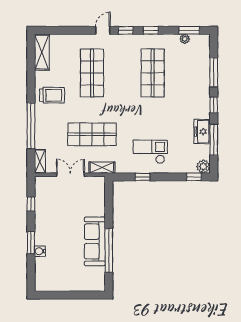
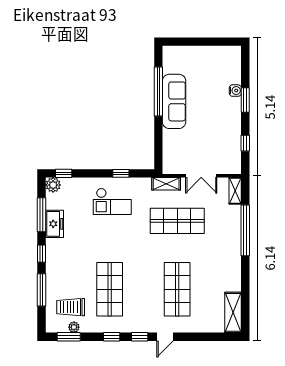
trolley: (52, 95) -> (71, 307), moved

